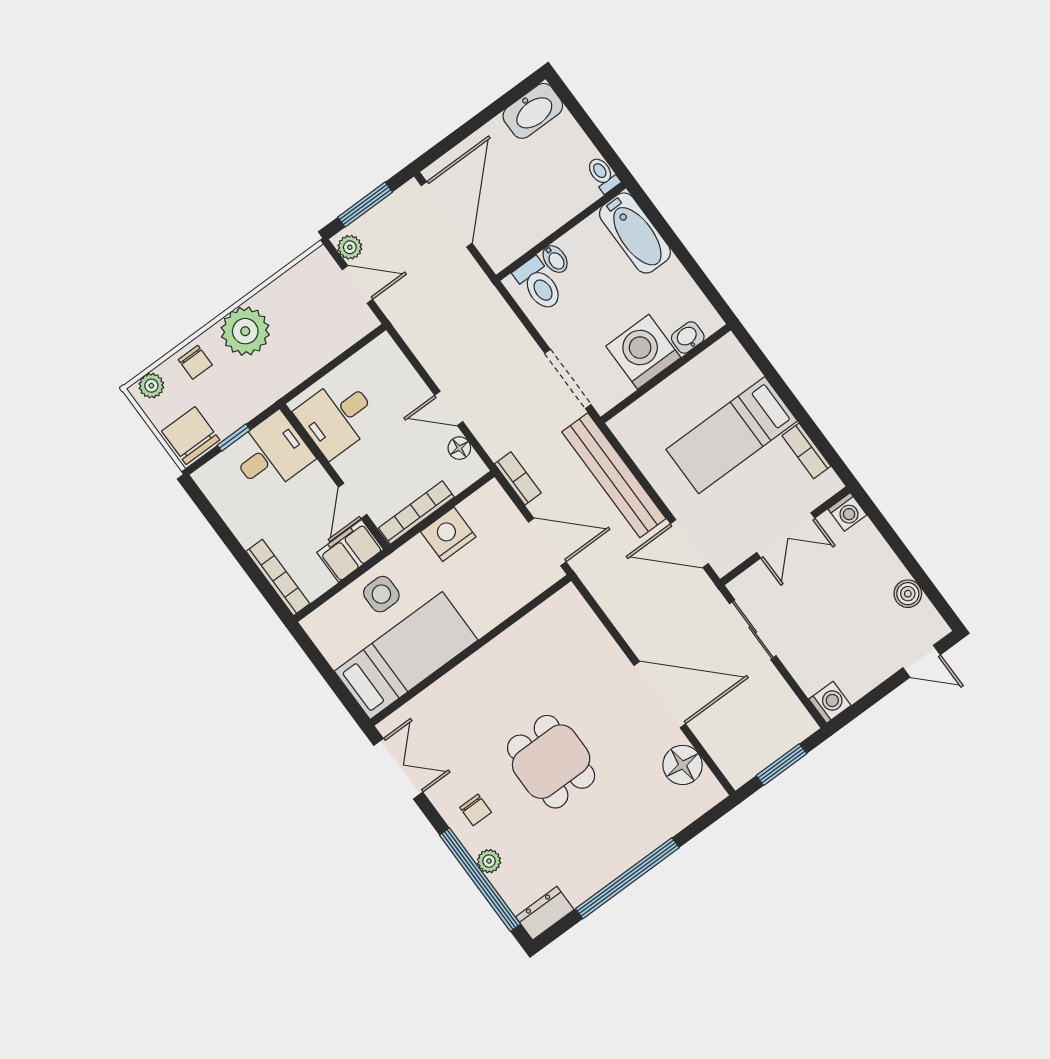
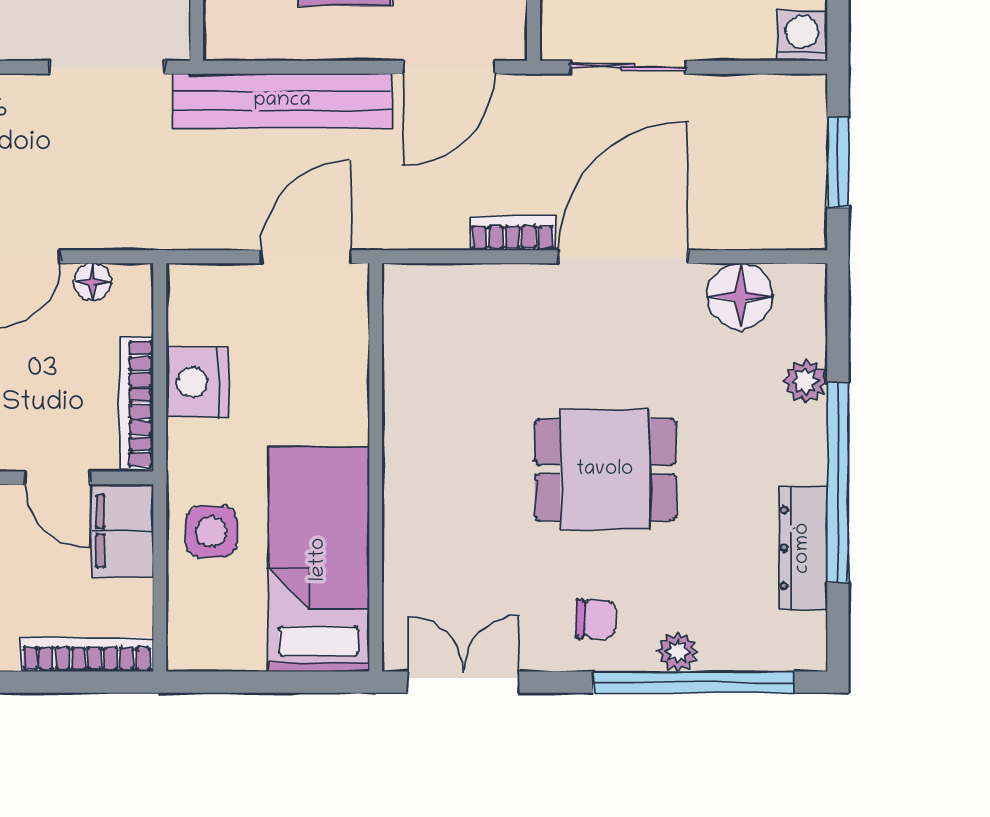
bookcase: (518, 478) -> (512, 233), moved
plant: (665, 827) -> (806, 381), added
dresser: (545, 913) -> (803, 548), moved, width x1.44

